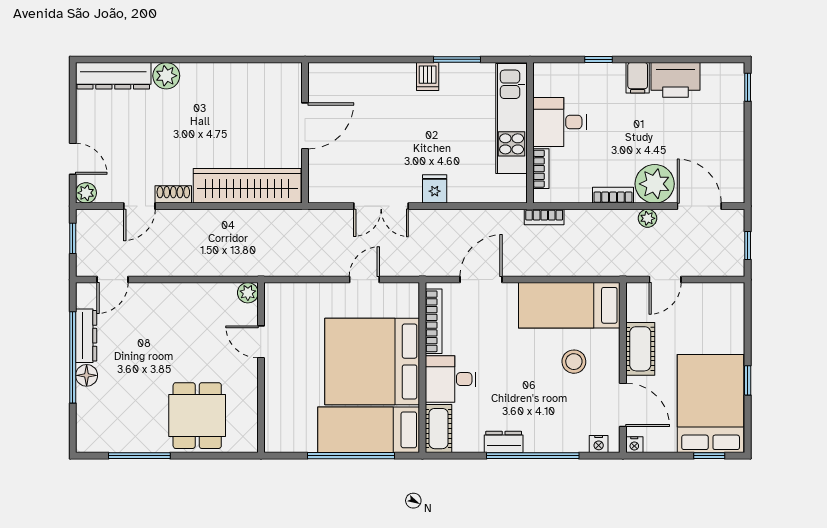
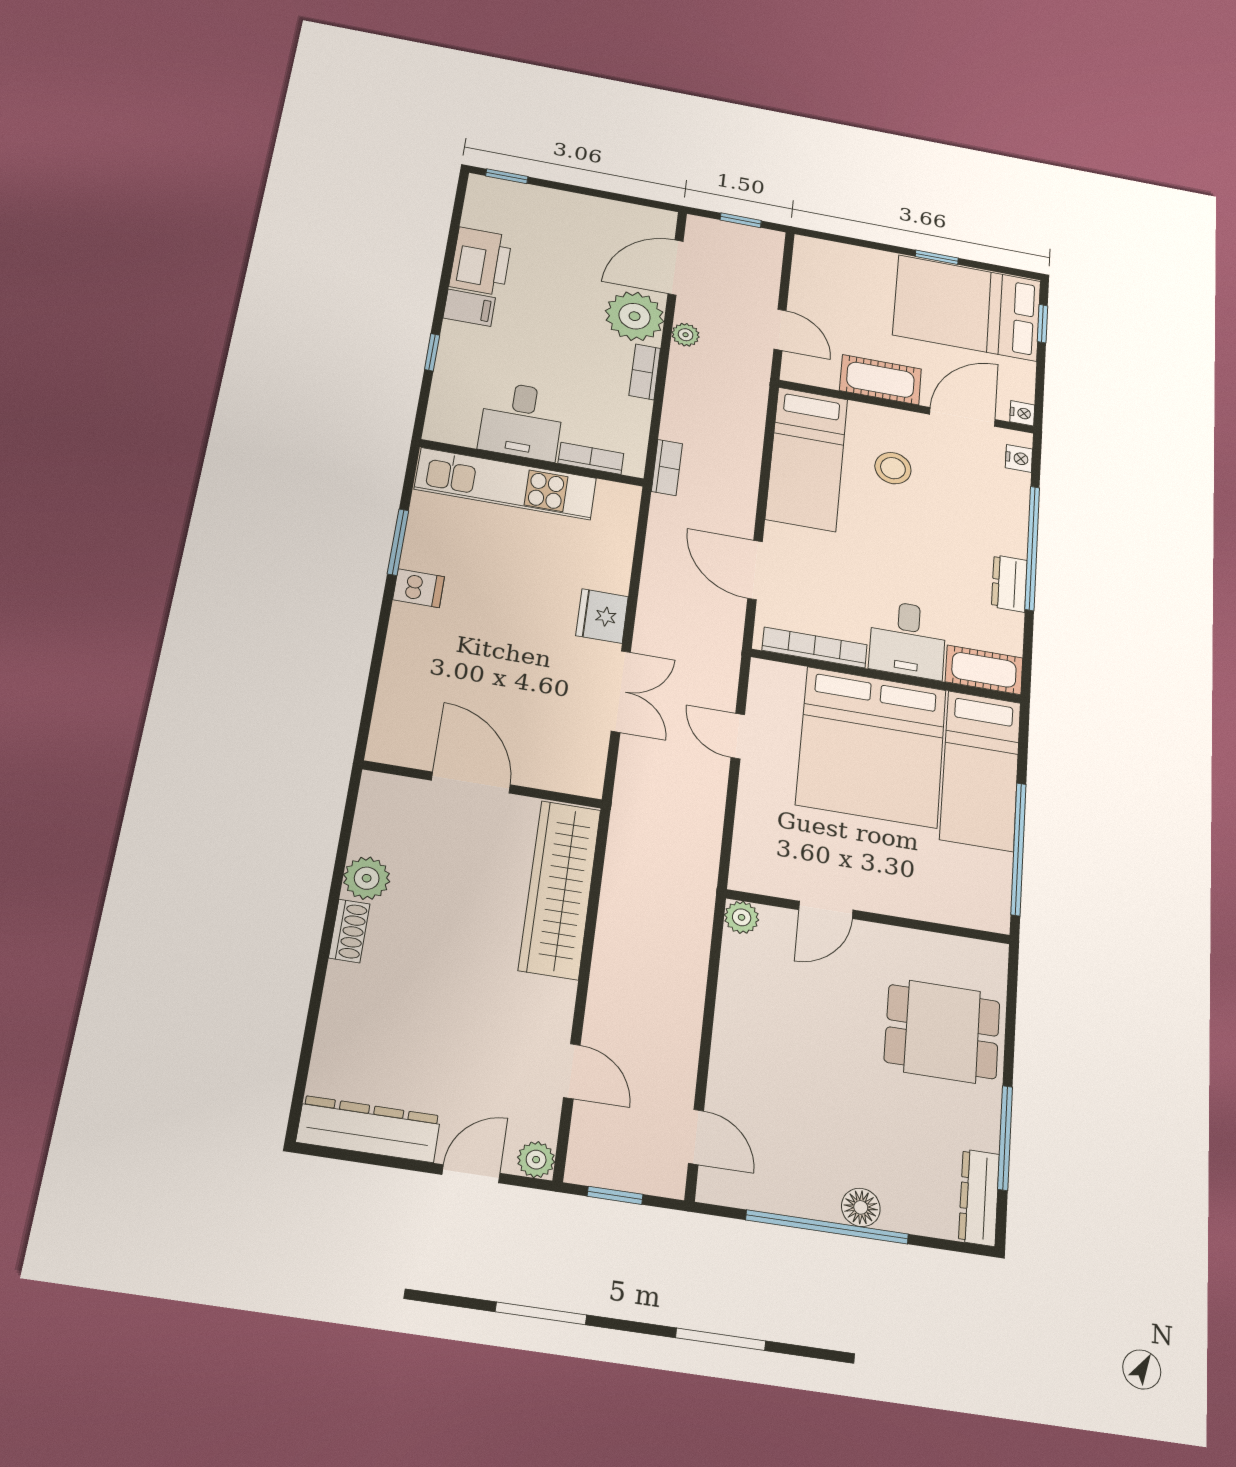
dresser: (113, 76) -> (369, 1129), moved, turned -90
plant: (166, 76) -> (367, 878), moved
fridge: (435, 189) -> (602, 616), width x1.38
shoe rack: (173, 194) -> (349, 931), moved, turned 180
dresser: (86, 336) -> (979, 1197), moved, turned -90
window: (351, 456) -> (1018, 849), moved

